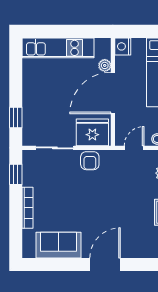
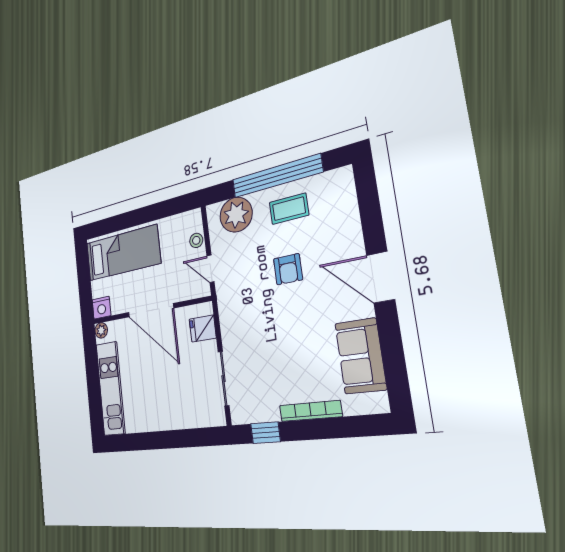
plant: (105, 65) -> (101, 330), moved
window: (16, 117) -> (193, 438), removed
fridge: (92, 132) -> (203, 329), width x0.53, depth x0.75
armchair: (90, 161) -> (288, 269), moved, turned 90

